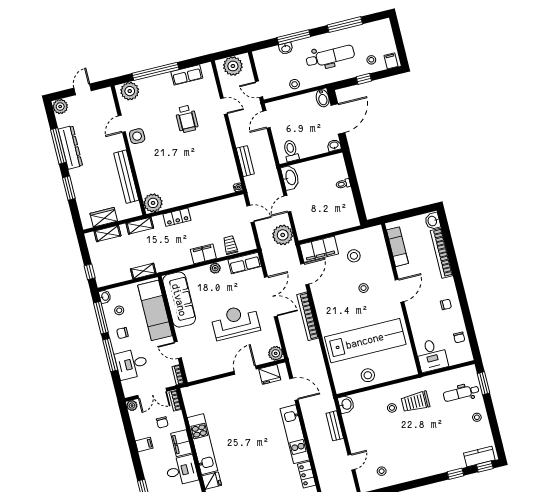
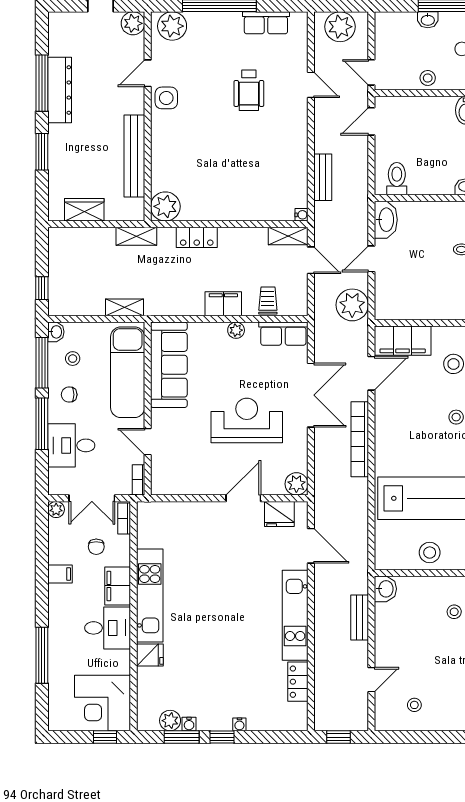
plant: (60, 107) -> (133, 23), moved
shelving: (108, 233) -> (288, 236), moved

